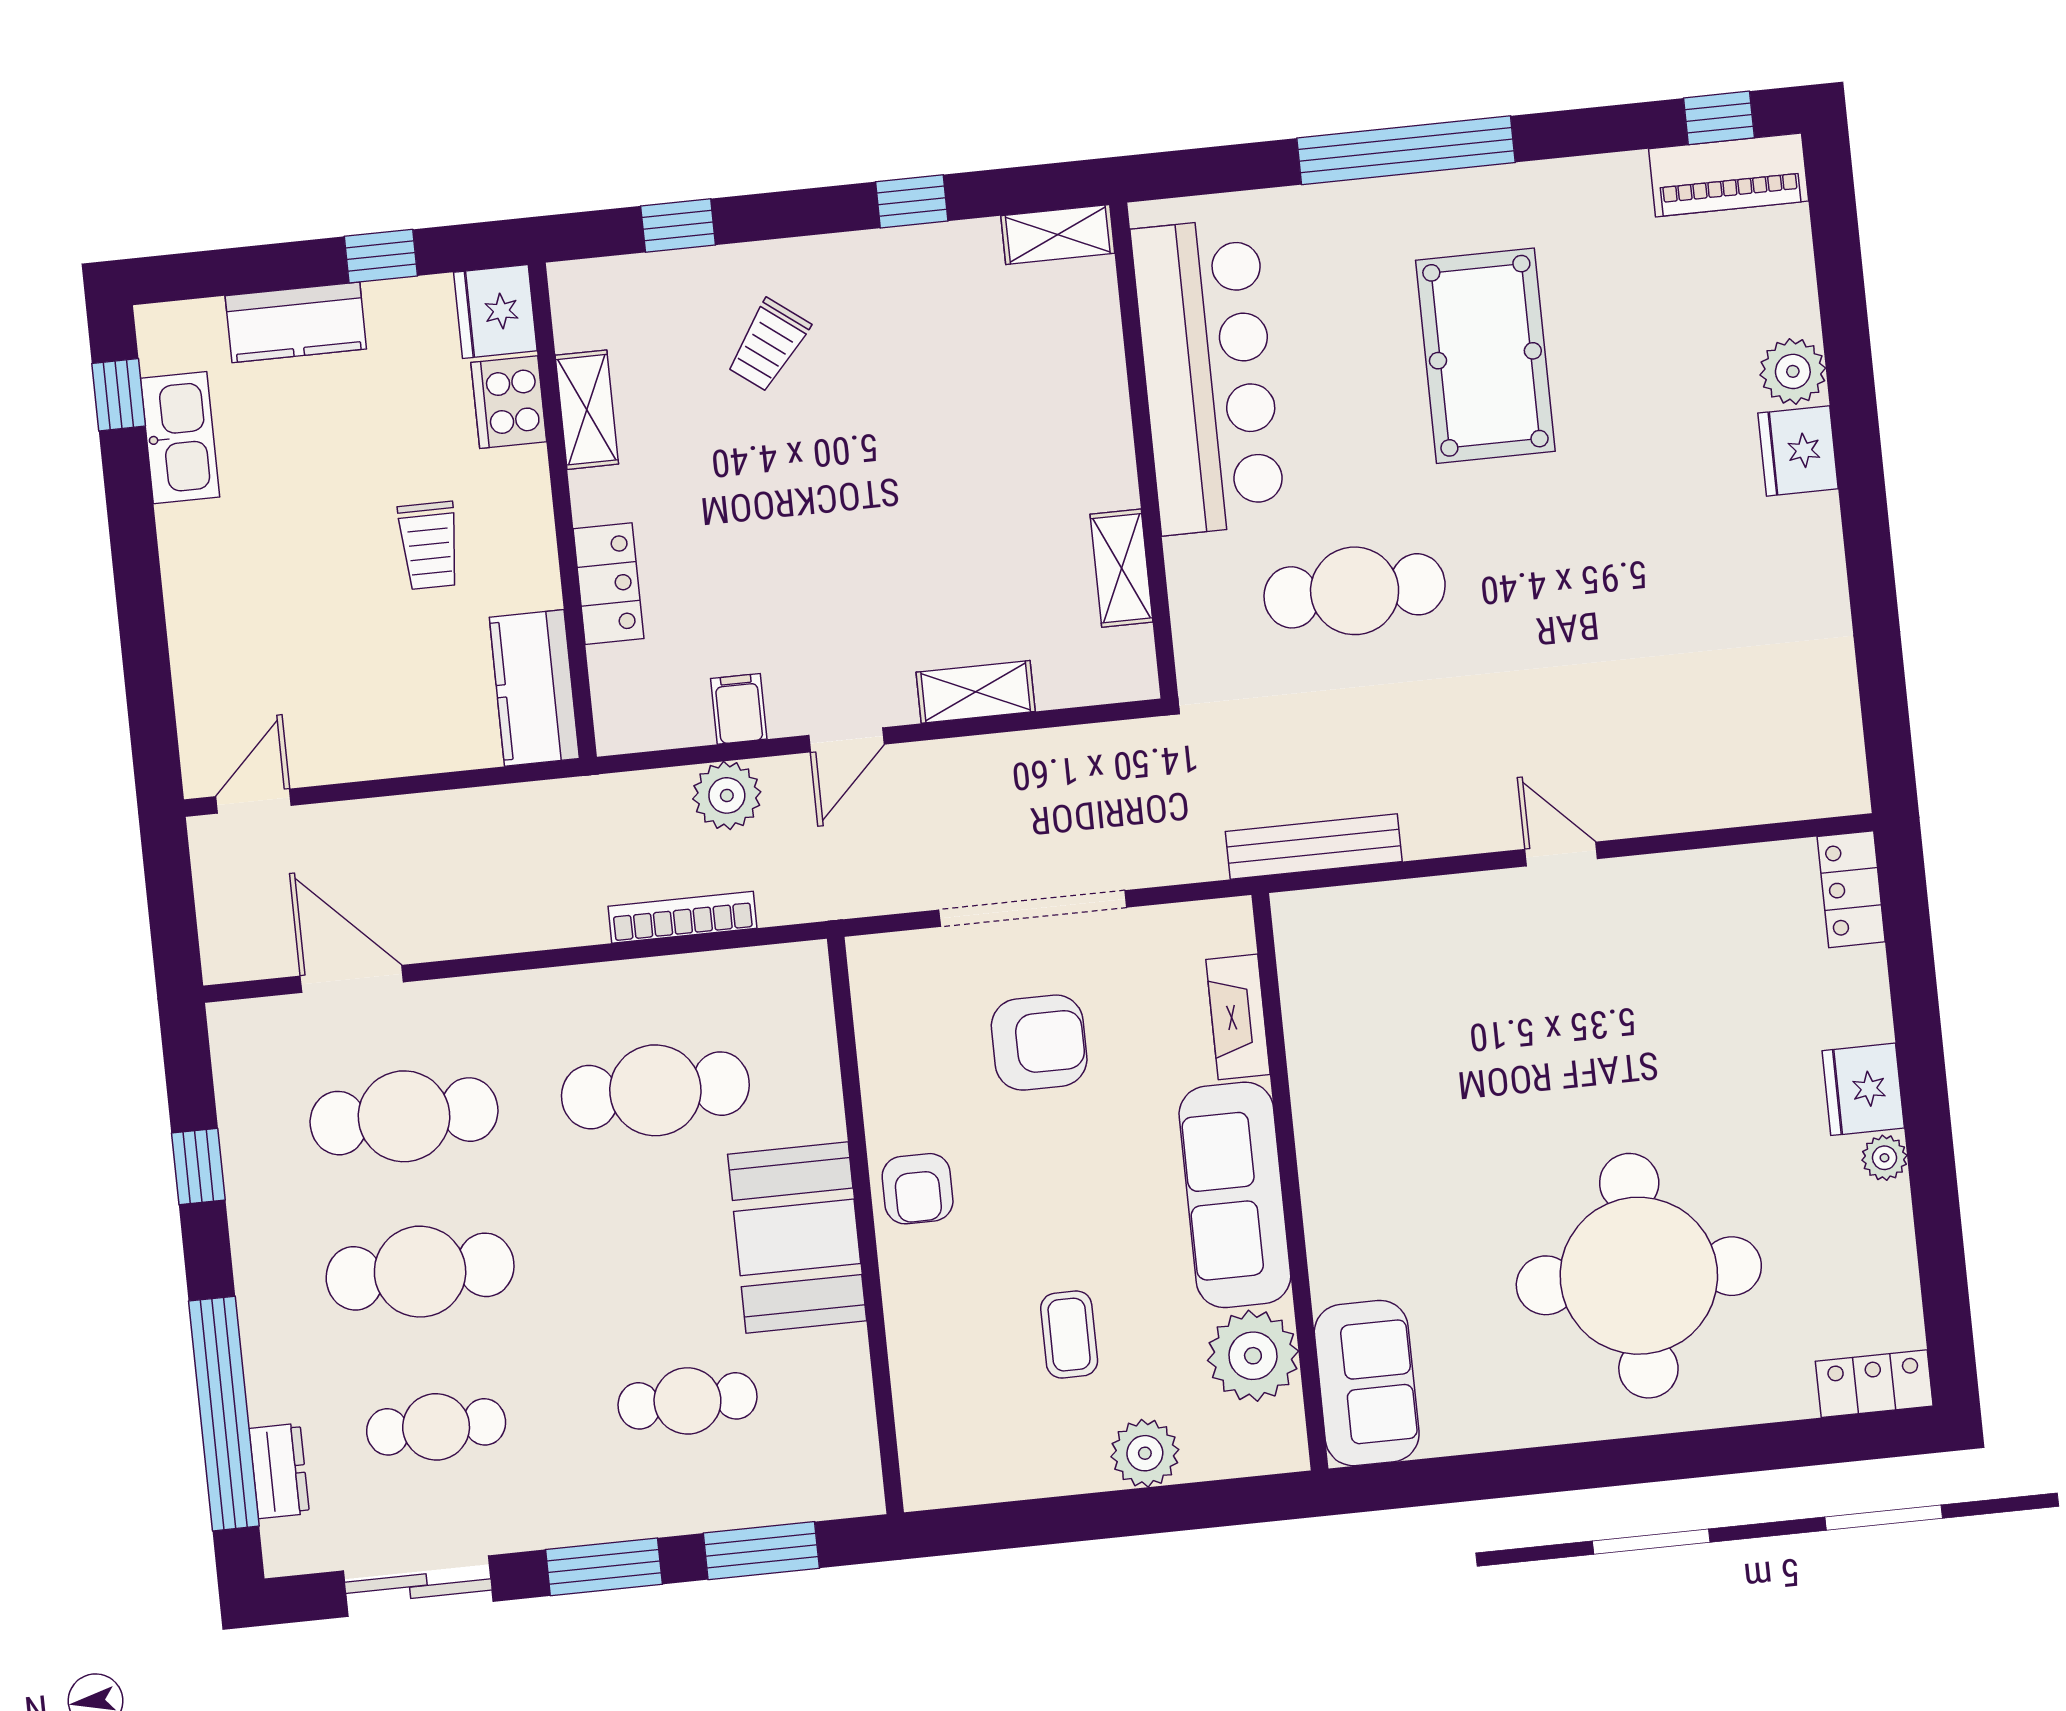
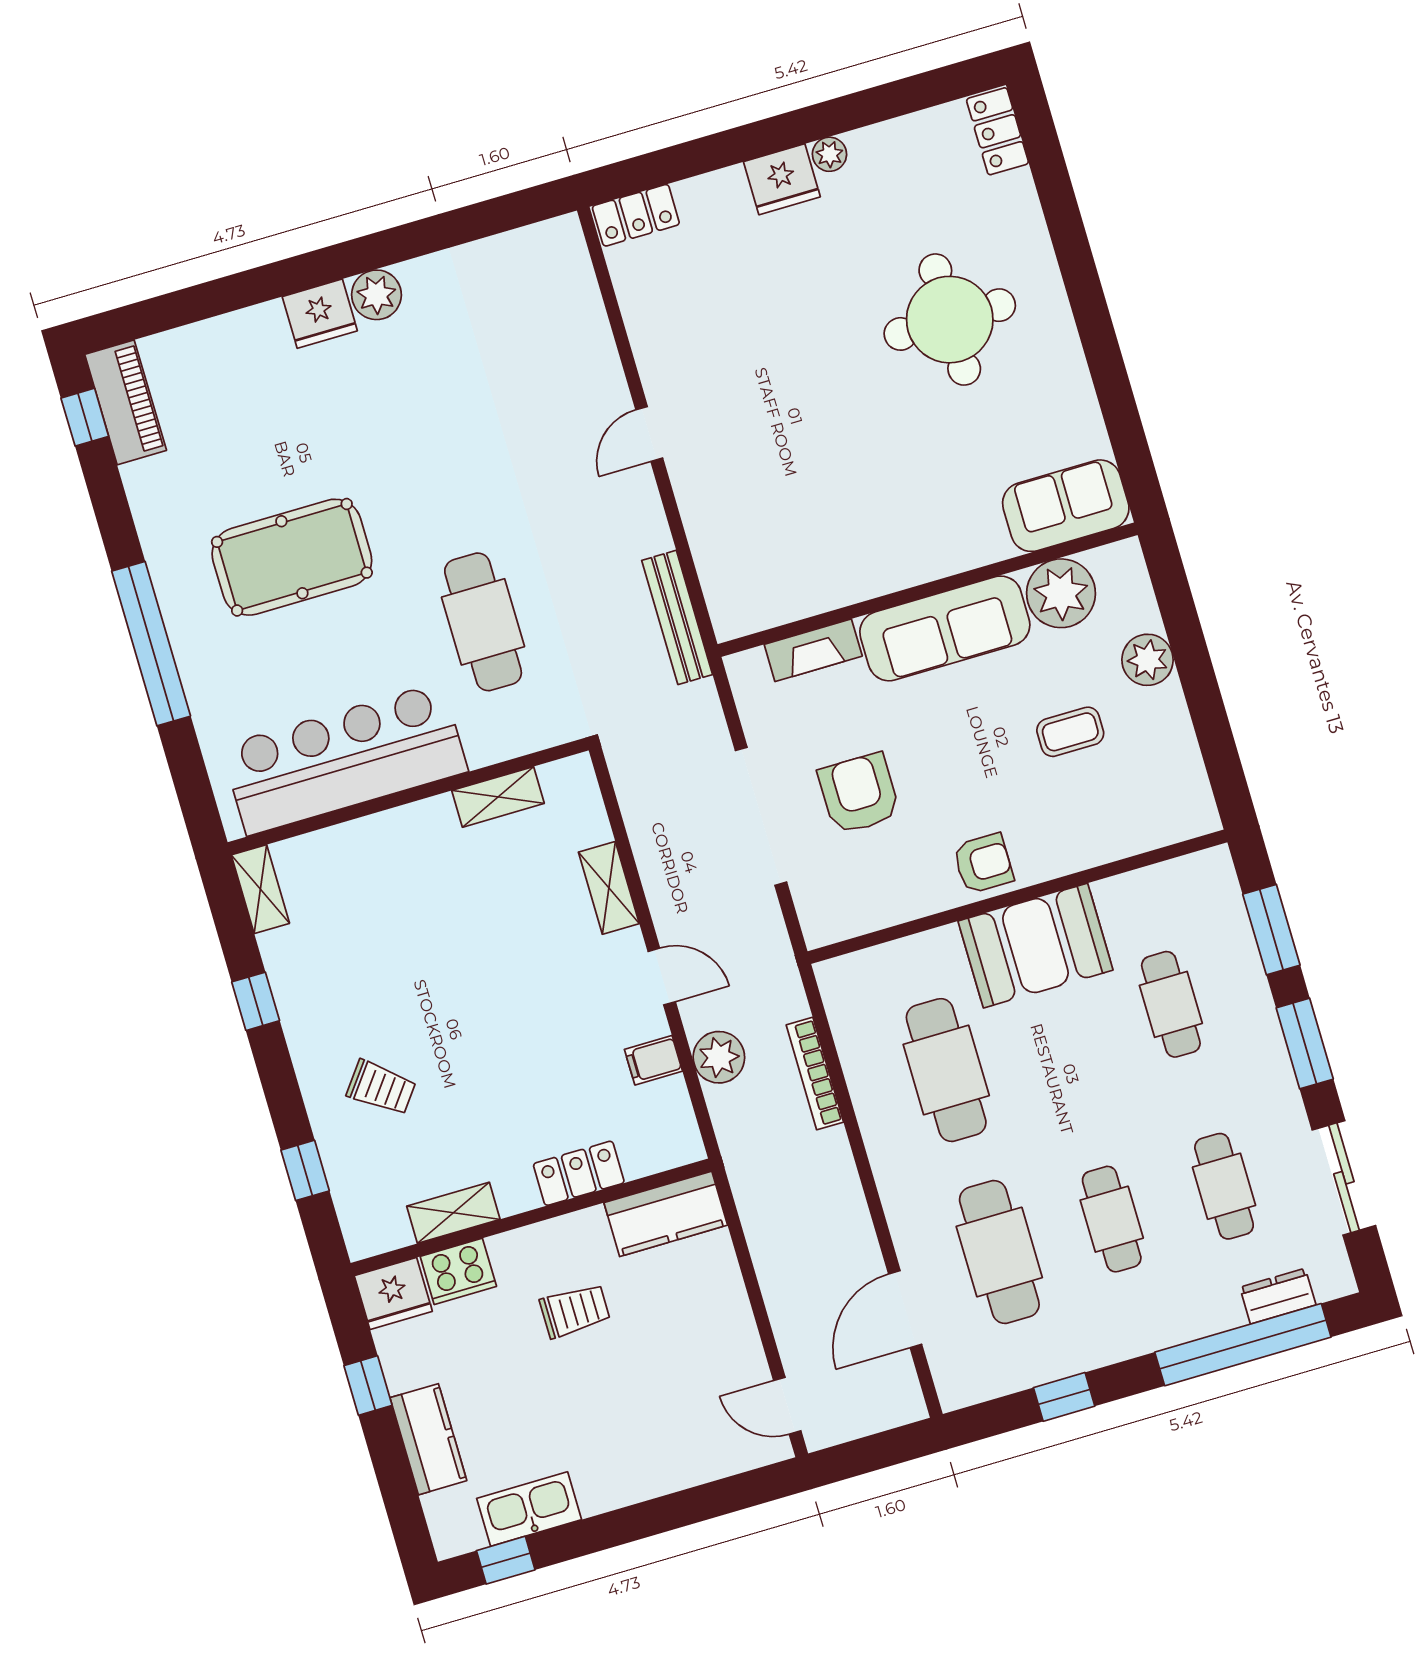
plant: (1793, 371) -> (376, 295), moved
cafe table: (420, 1272) -> (1112, 1219), width x0.73, depth x0.74
round table: (1639, 1276) -> (950, 320), width x0.73, depth x0.73

